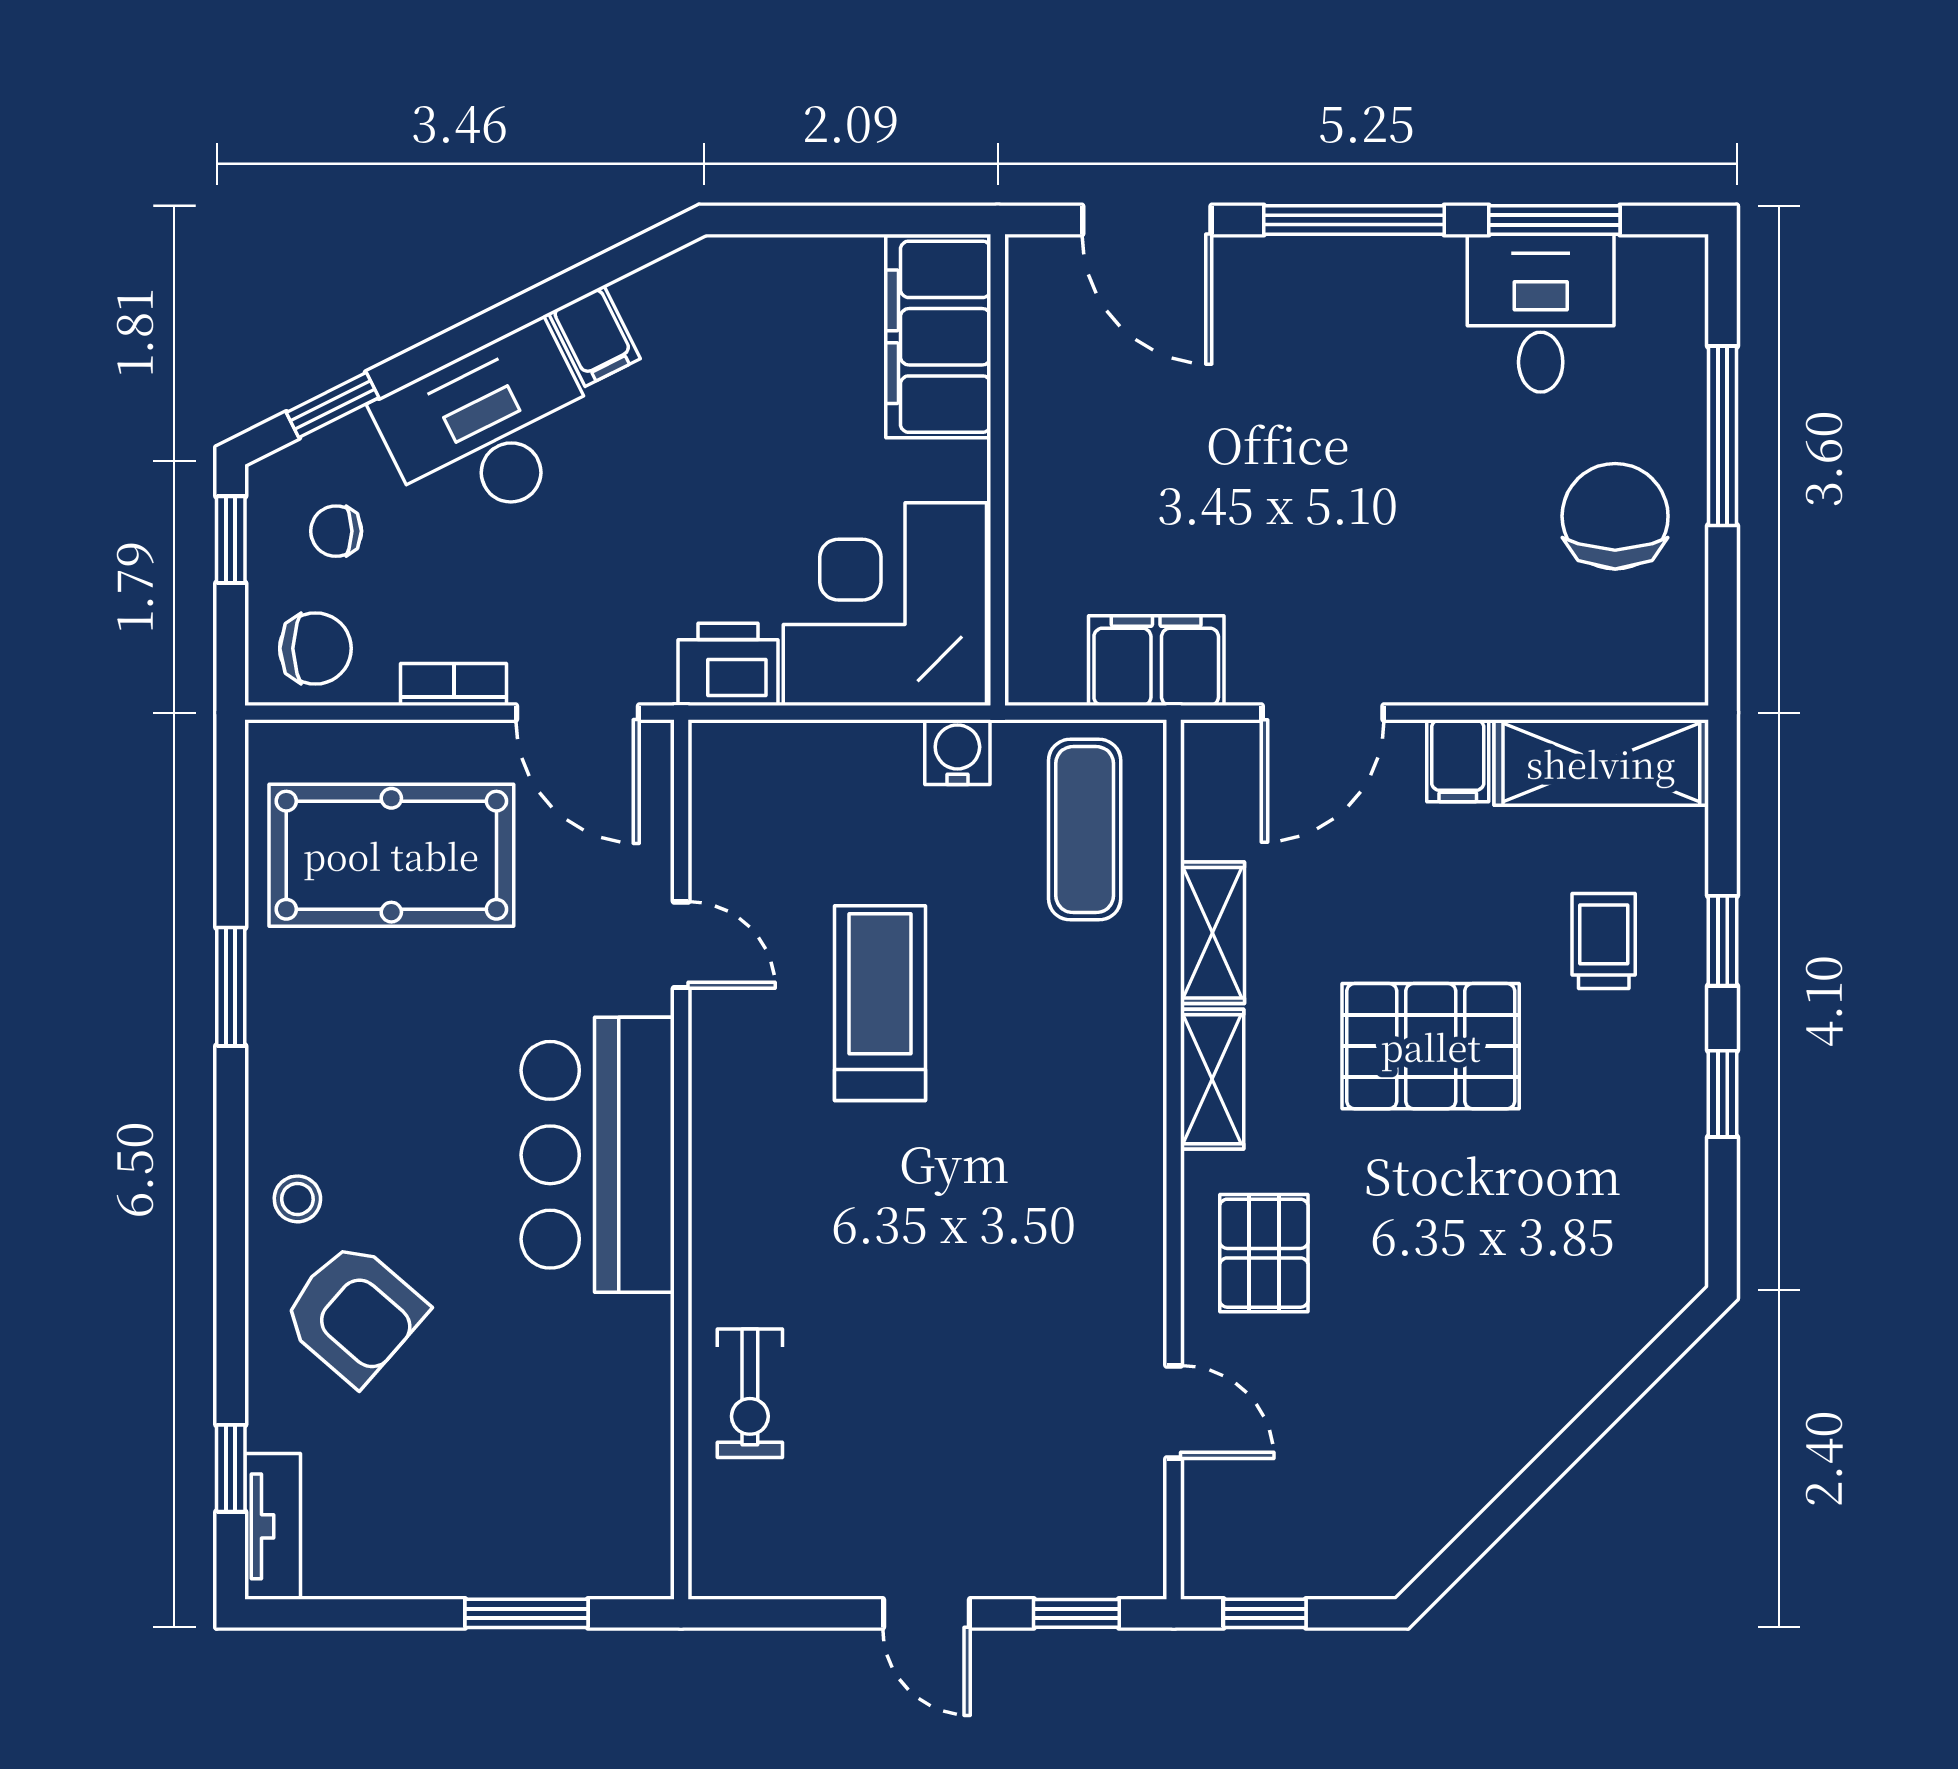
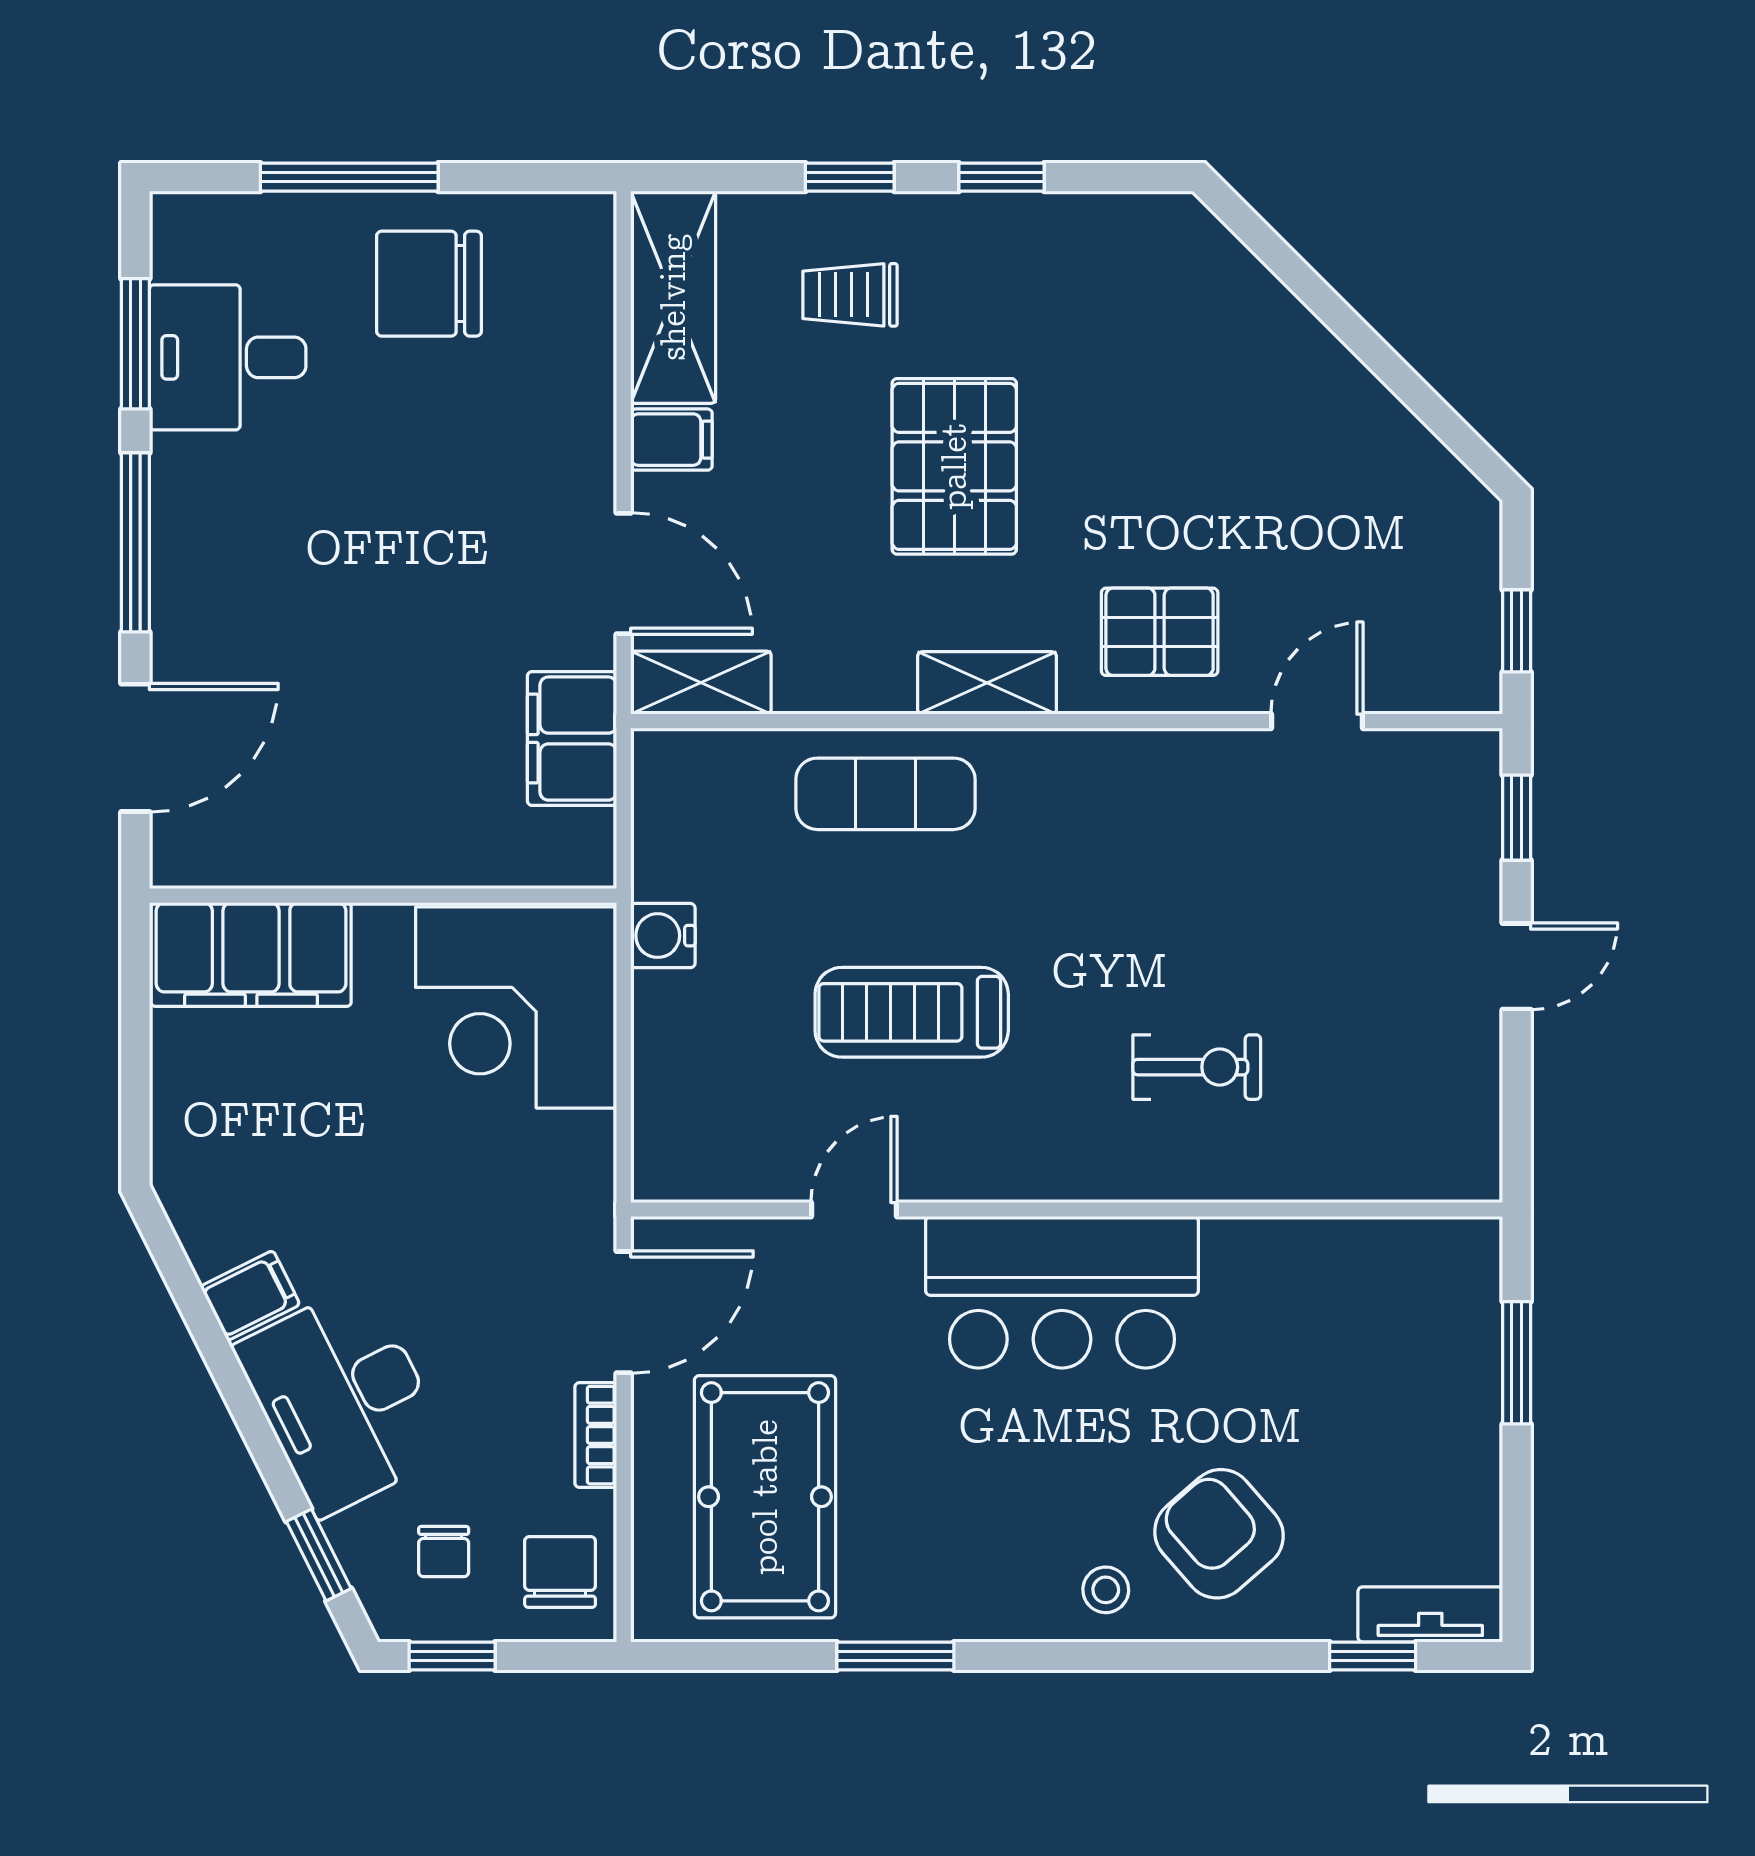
printer: (728, 664) -> (576, 1163), removed
exercise mat: (1085, 830) -> (885, 794), moved
shelving: (1213, 933) -> (701, 683), moved
armchair: (354, 1313) -> (1219, 1534), turned -82
exercise bike: (750, 1393) -> (1197, 1067), moved

